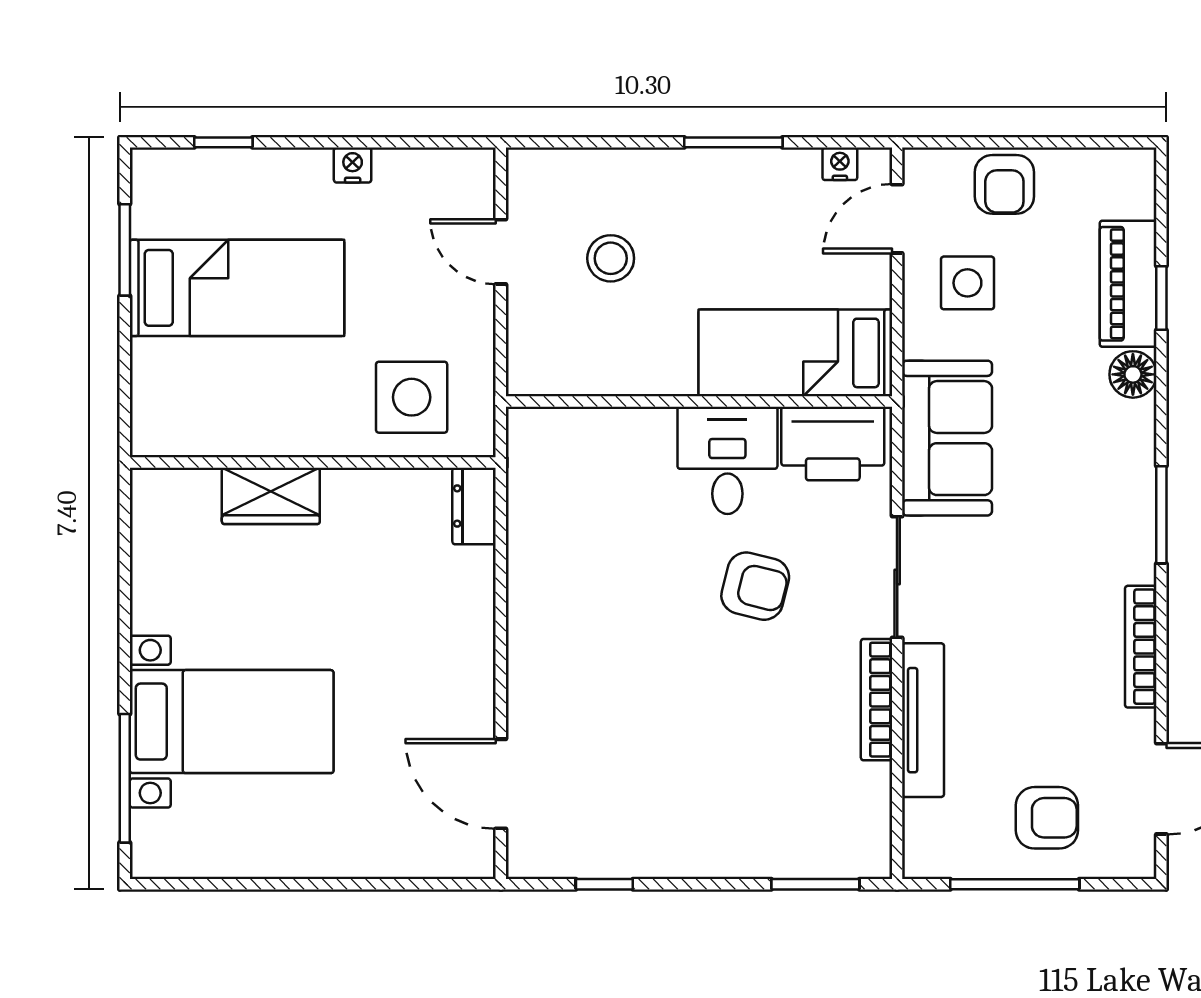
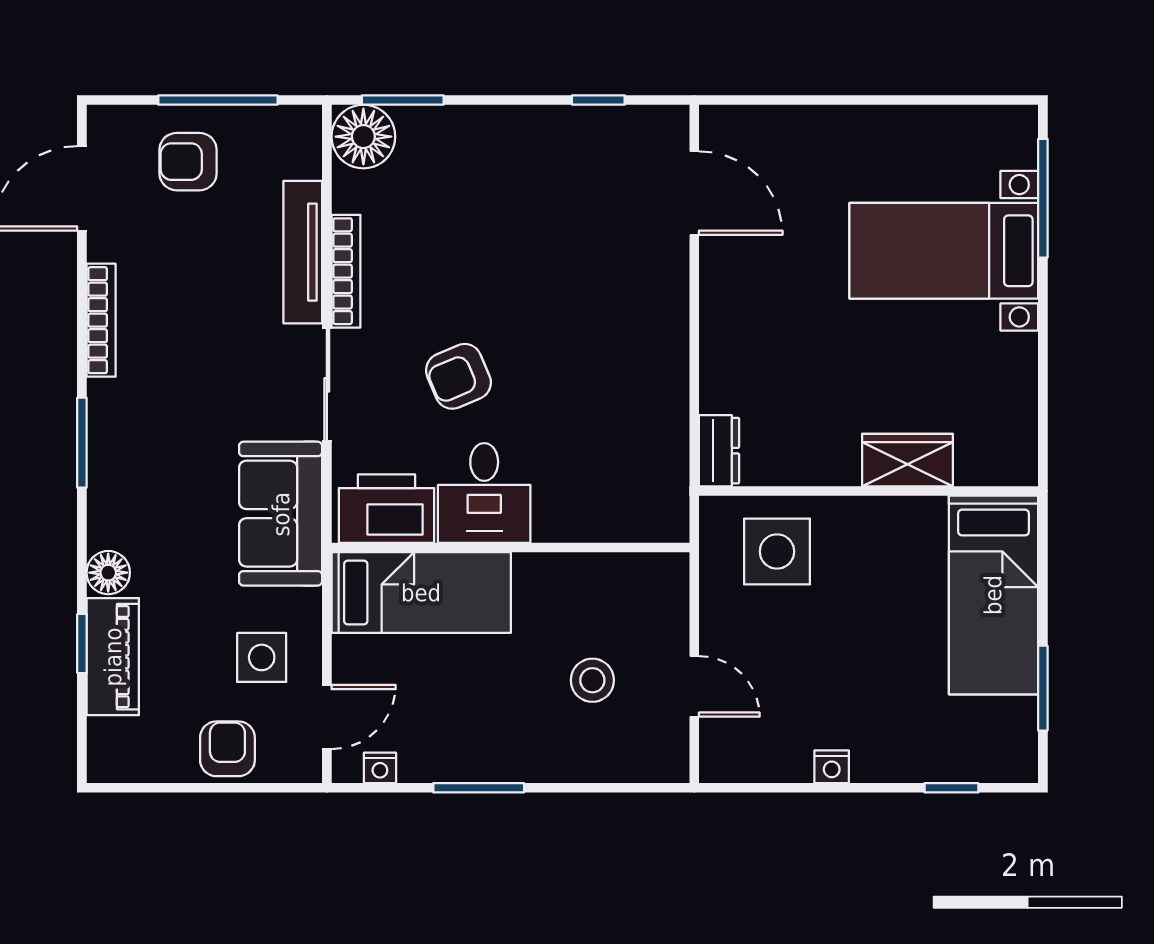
bed: (237, 288) -> (993, 595), moved, turned -90
armchair: (755, 586) -> (458, 376), turned -37
floor lamp: (858, 845) -> (363, 137), added

